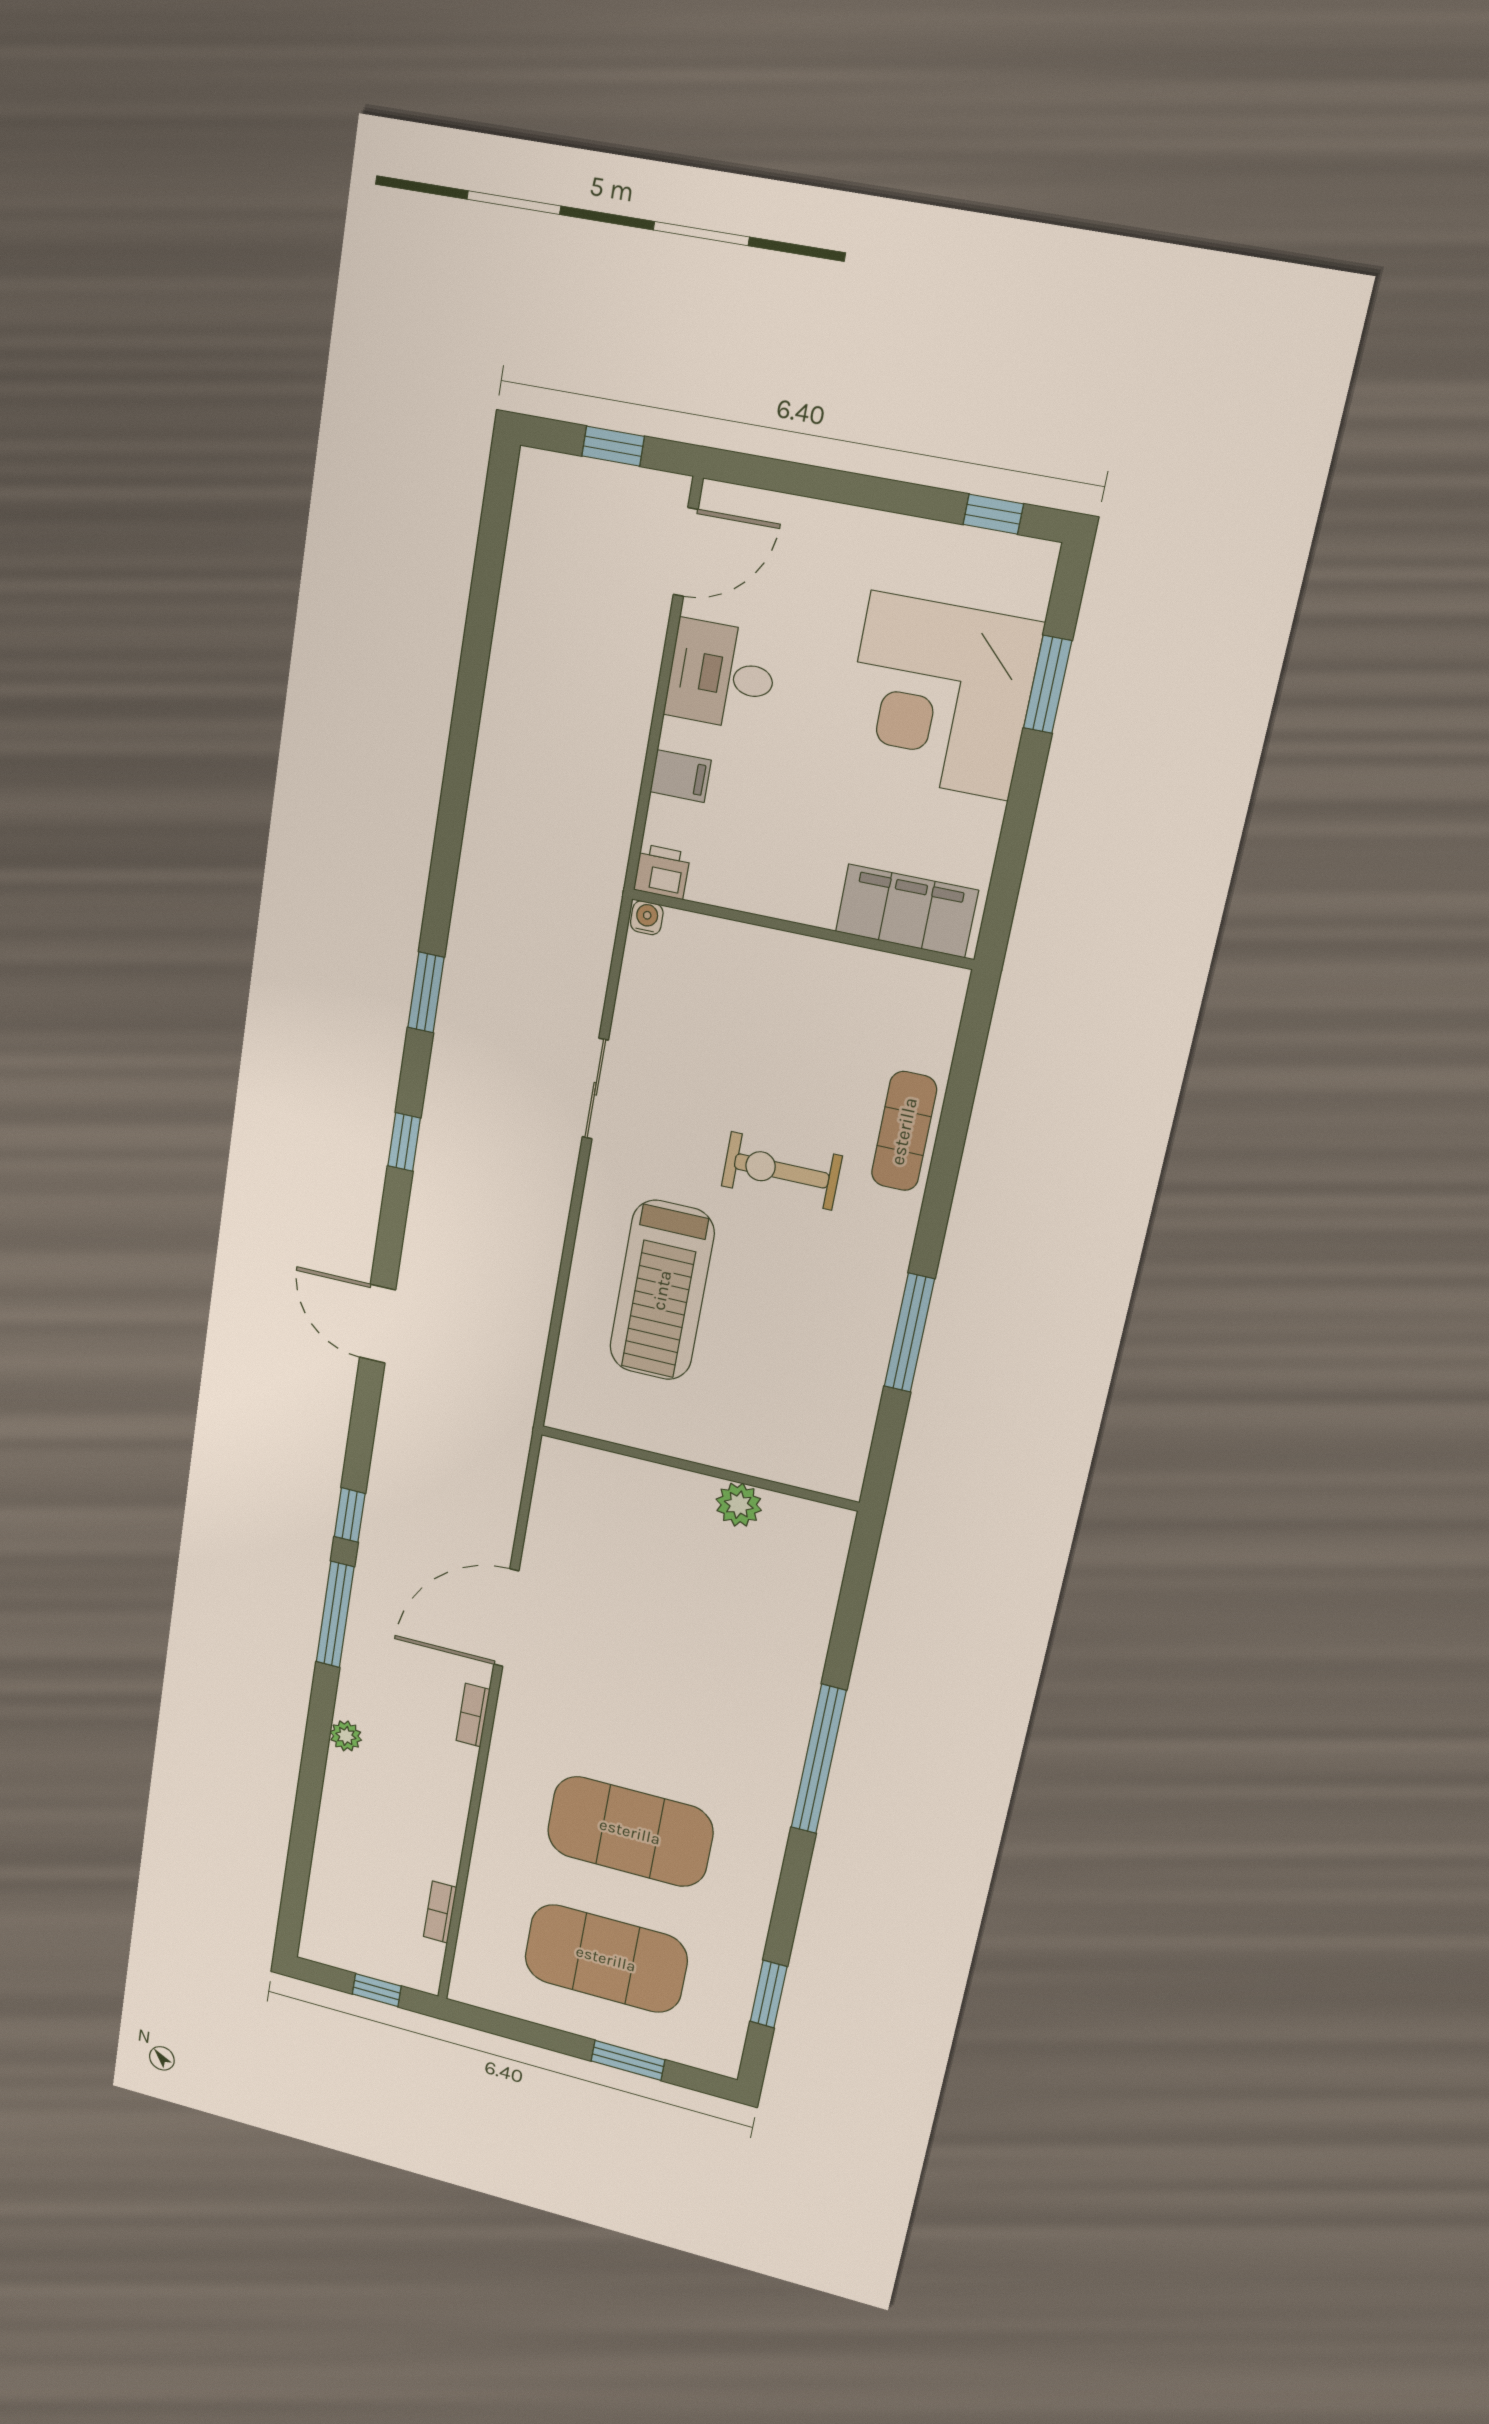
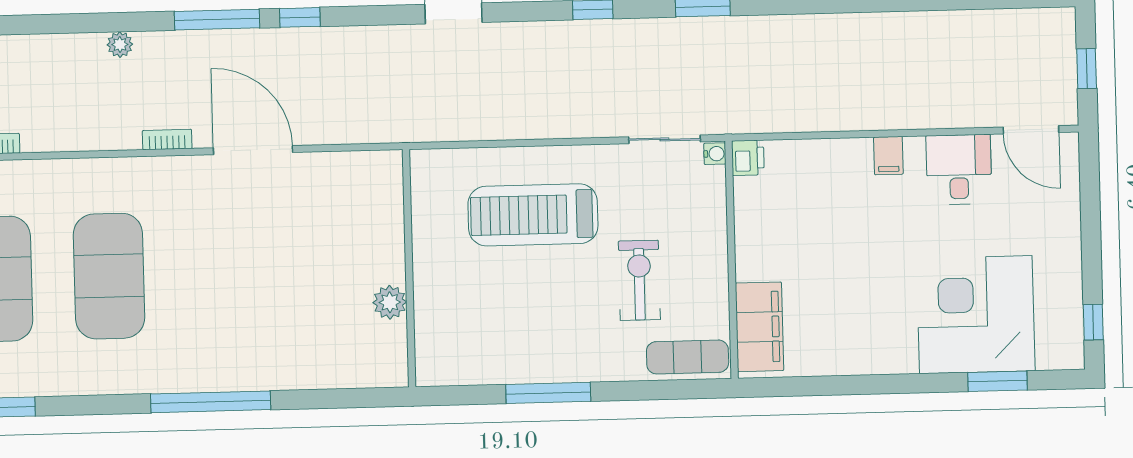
printer: (662, 872) -> (748, 158), moved
filing cabinet: (907, 911) -> (759, 327), moved
water cooler: (647, 918) -> (715, 154), moved
wall: (801, 929) -> (731, 260), moved

